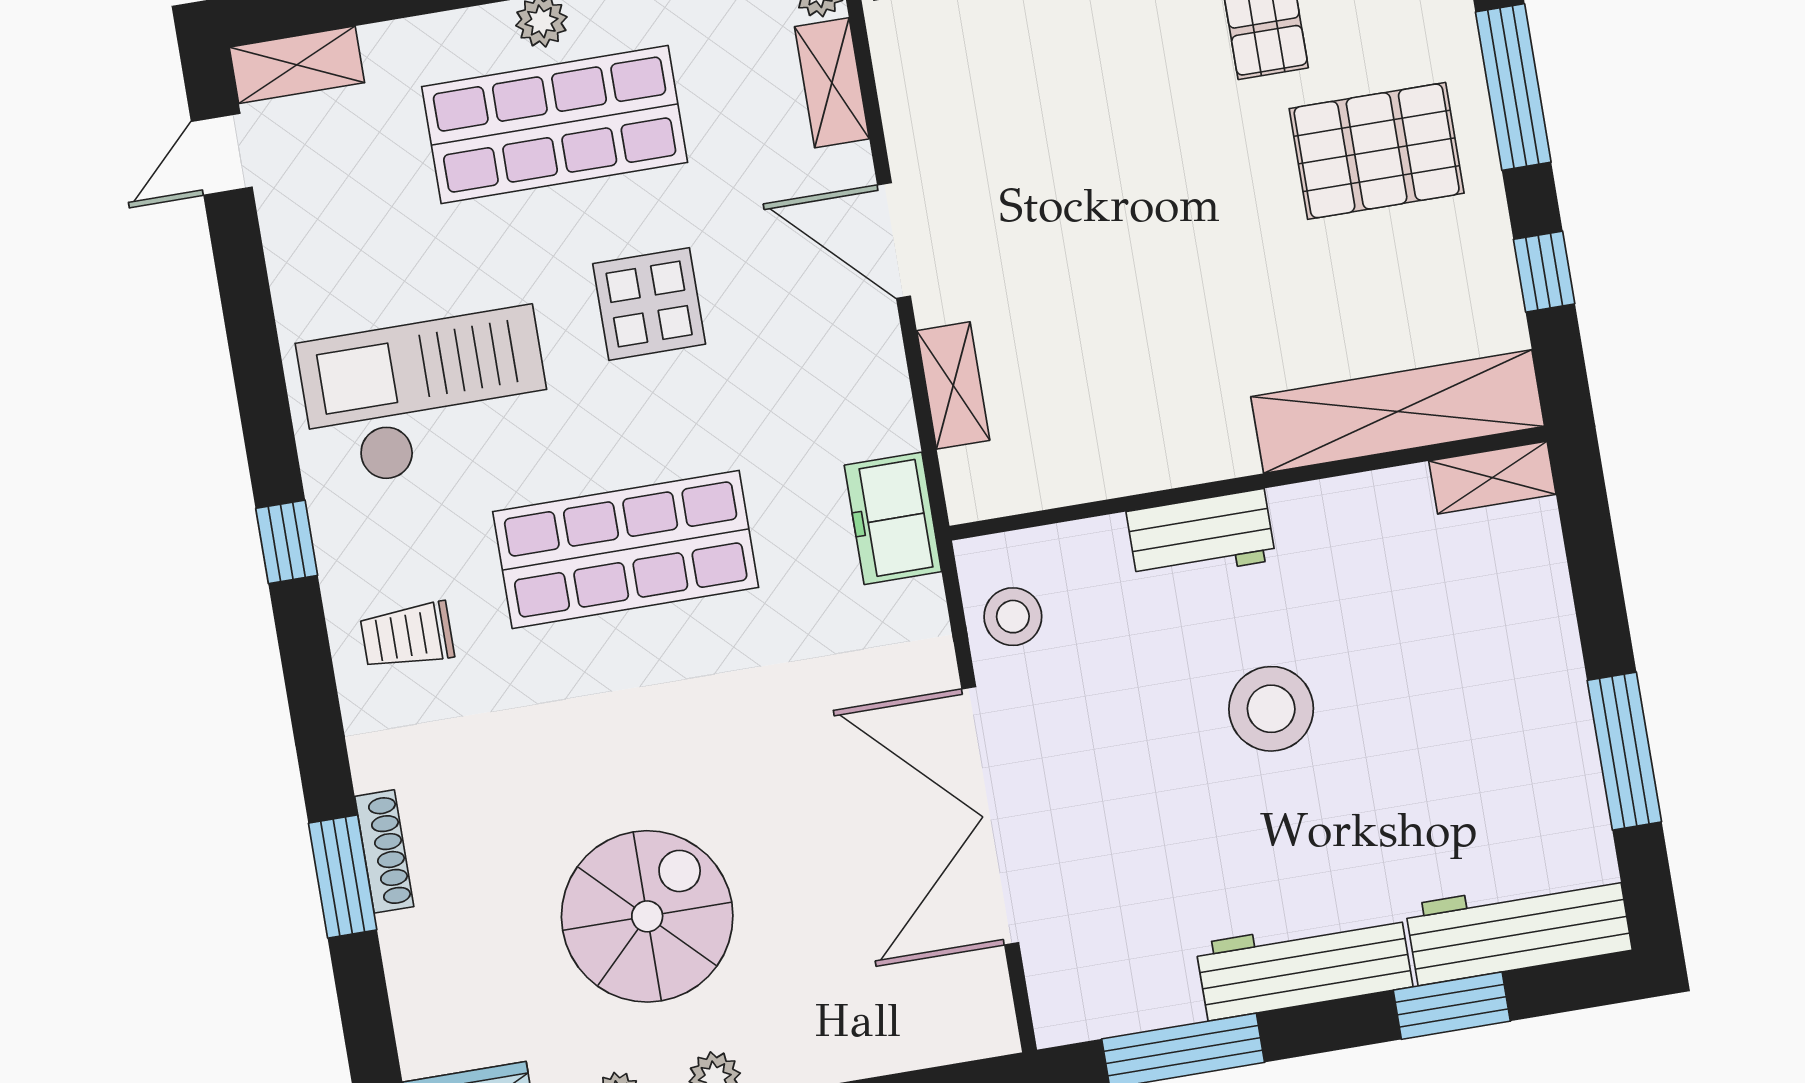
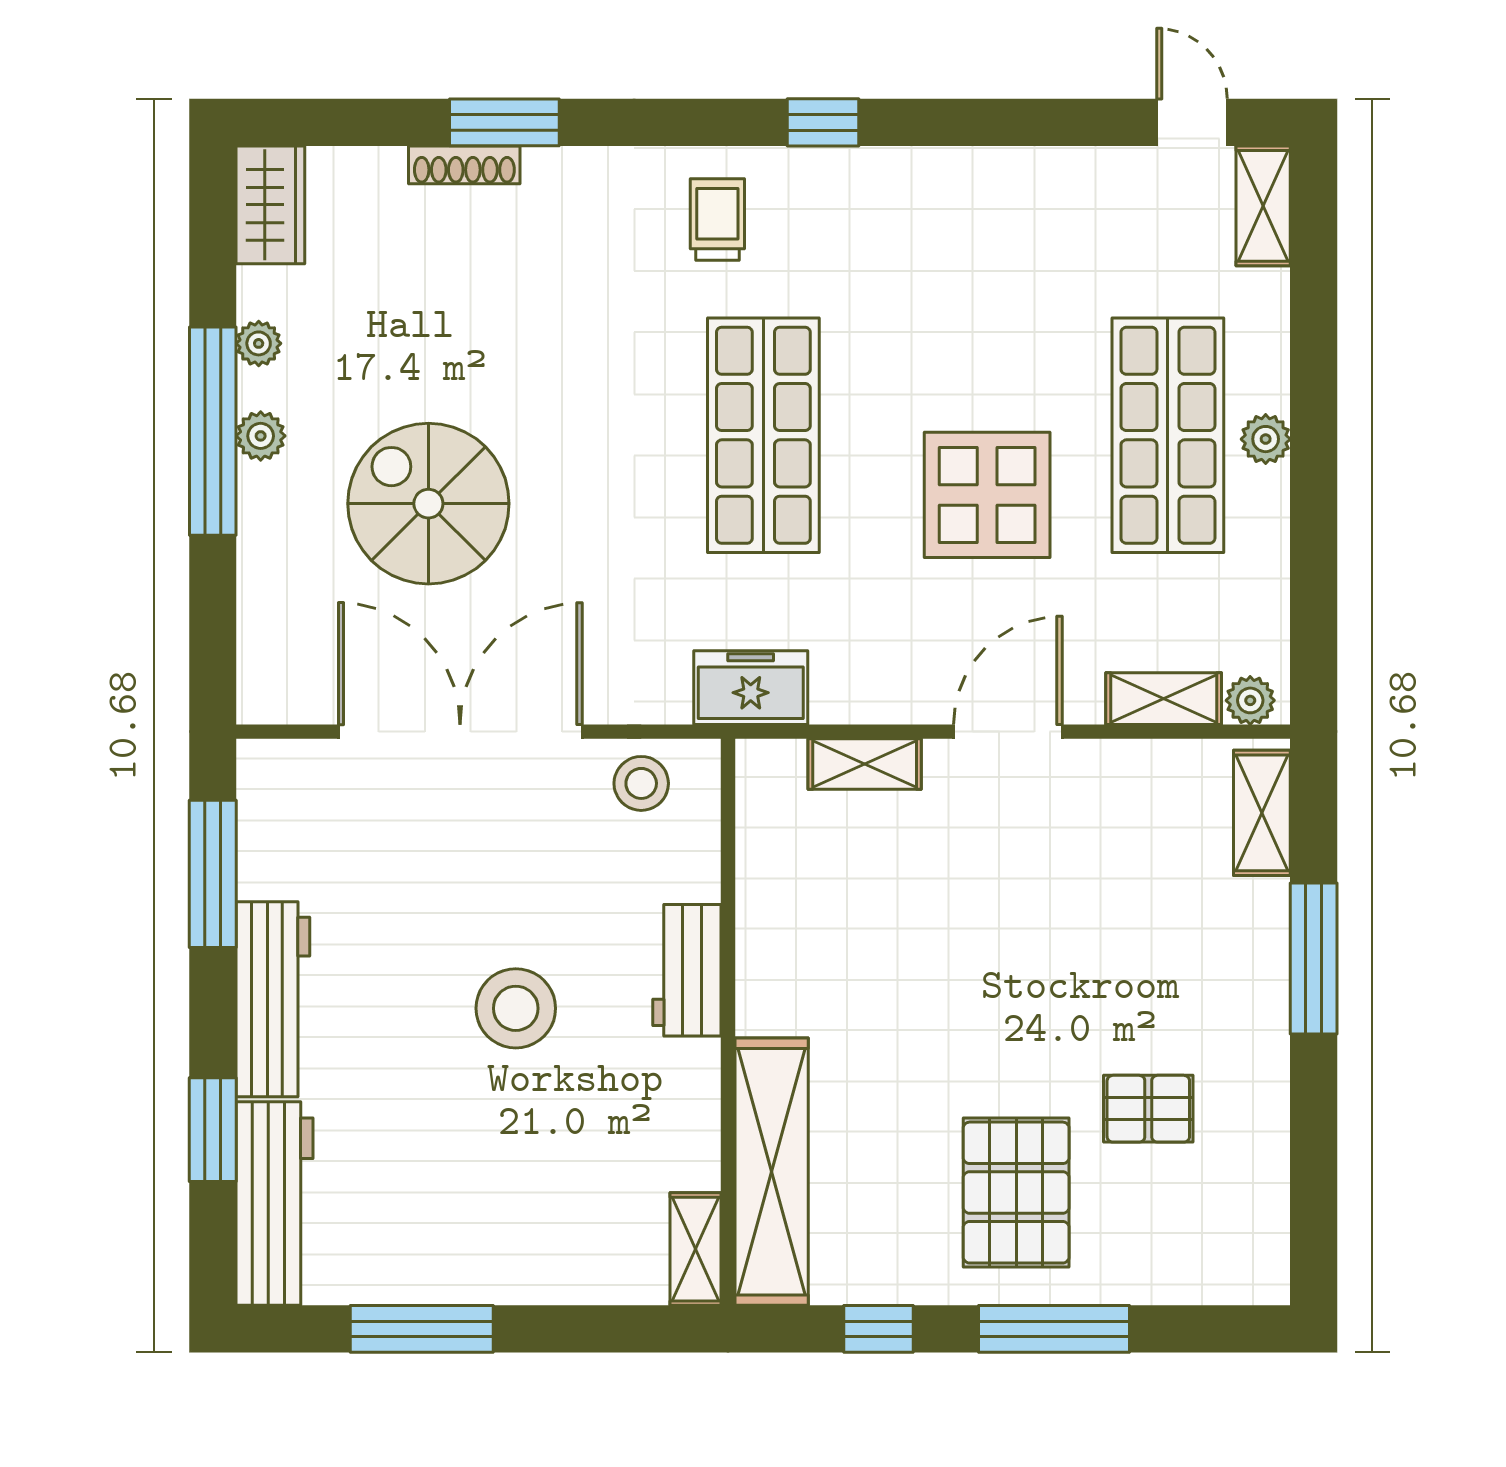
display table: (649, 304) -> (987, 495), width x1.36, depth x1.36
checkout: (426, 398) -> (935, 274), removed
shoe rack: (384, 851) -> (464, 165), moved
spiral stairs: (647, 916) -> (428, 504), moved, turned 180

